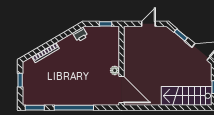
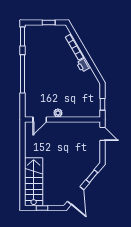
door: (148, 24) -> (103, 134), moved
printer: (80, 35) -> (83, 65), moved
door: (122, 89) -> (40, 120), width x0.53

